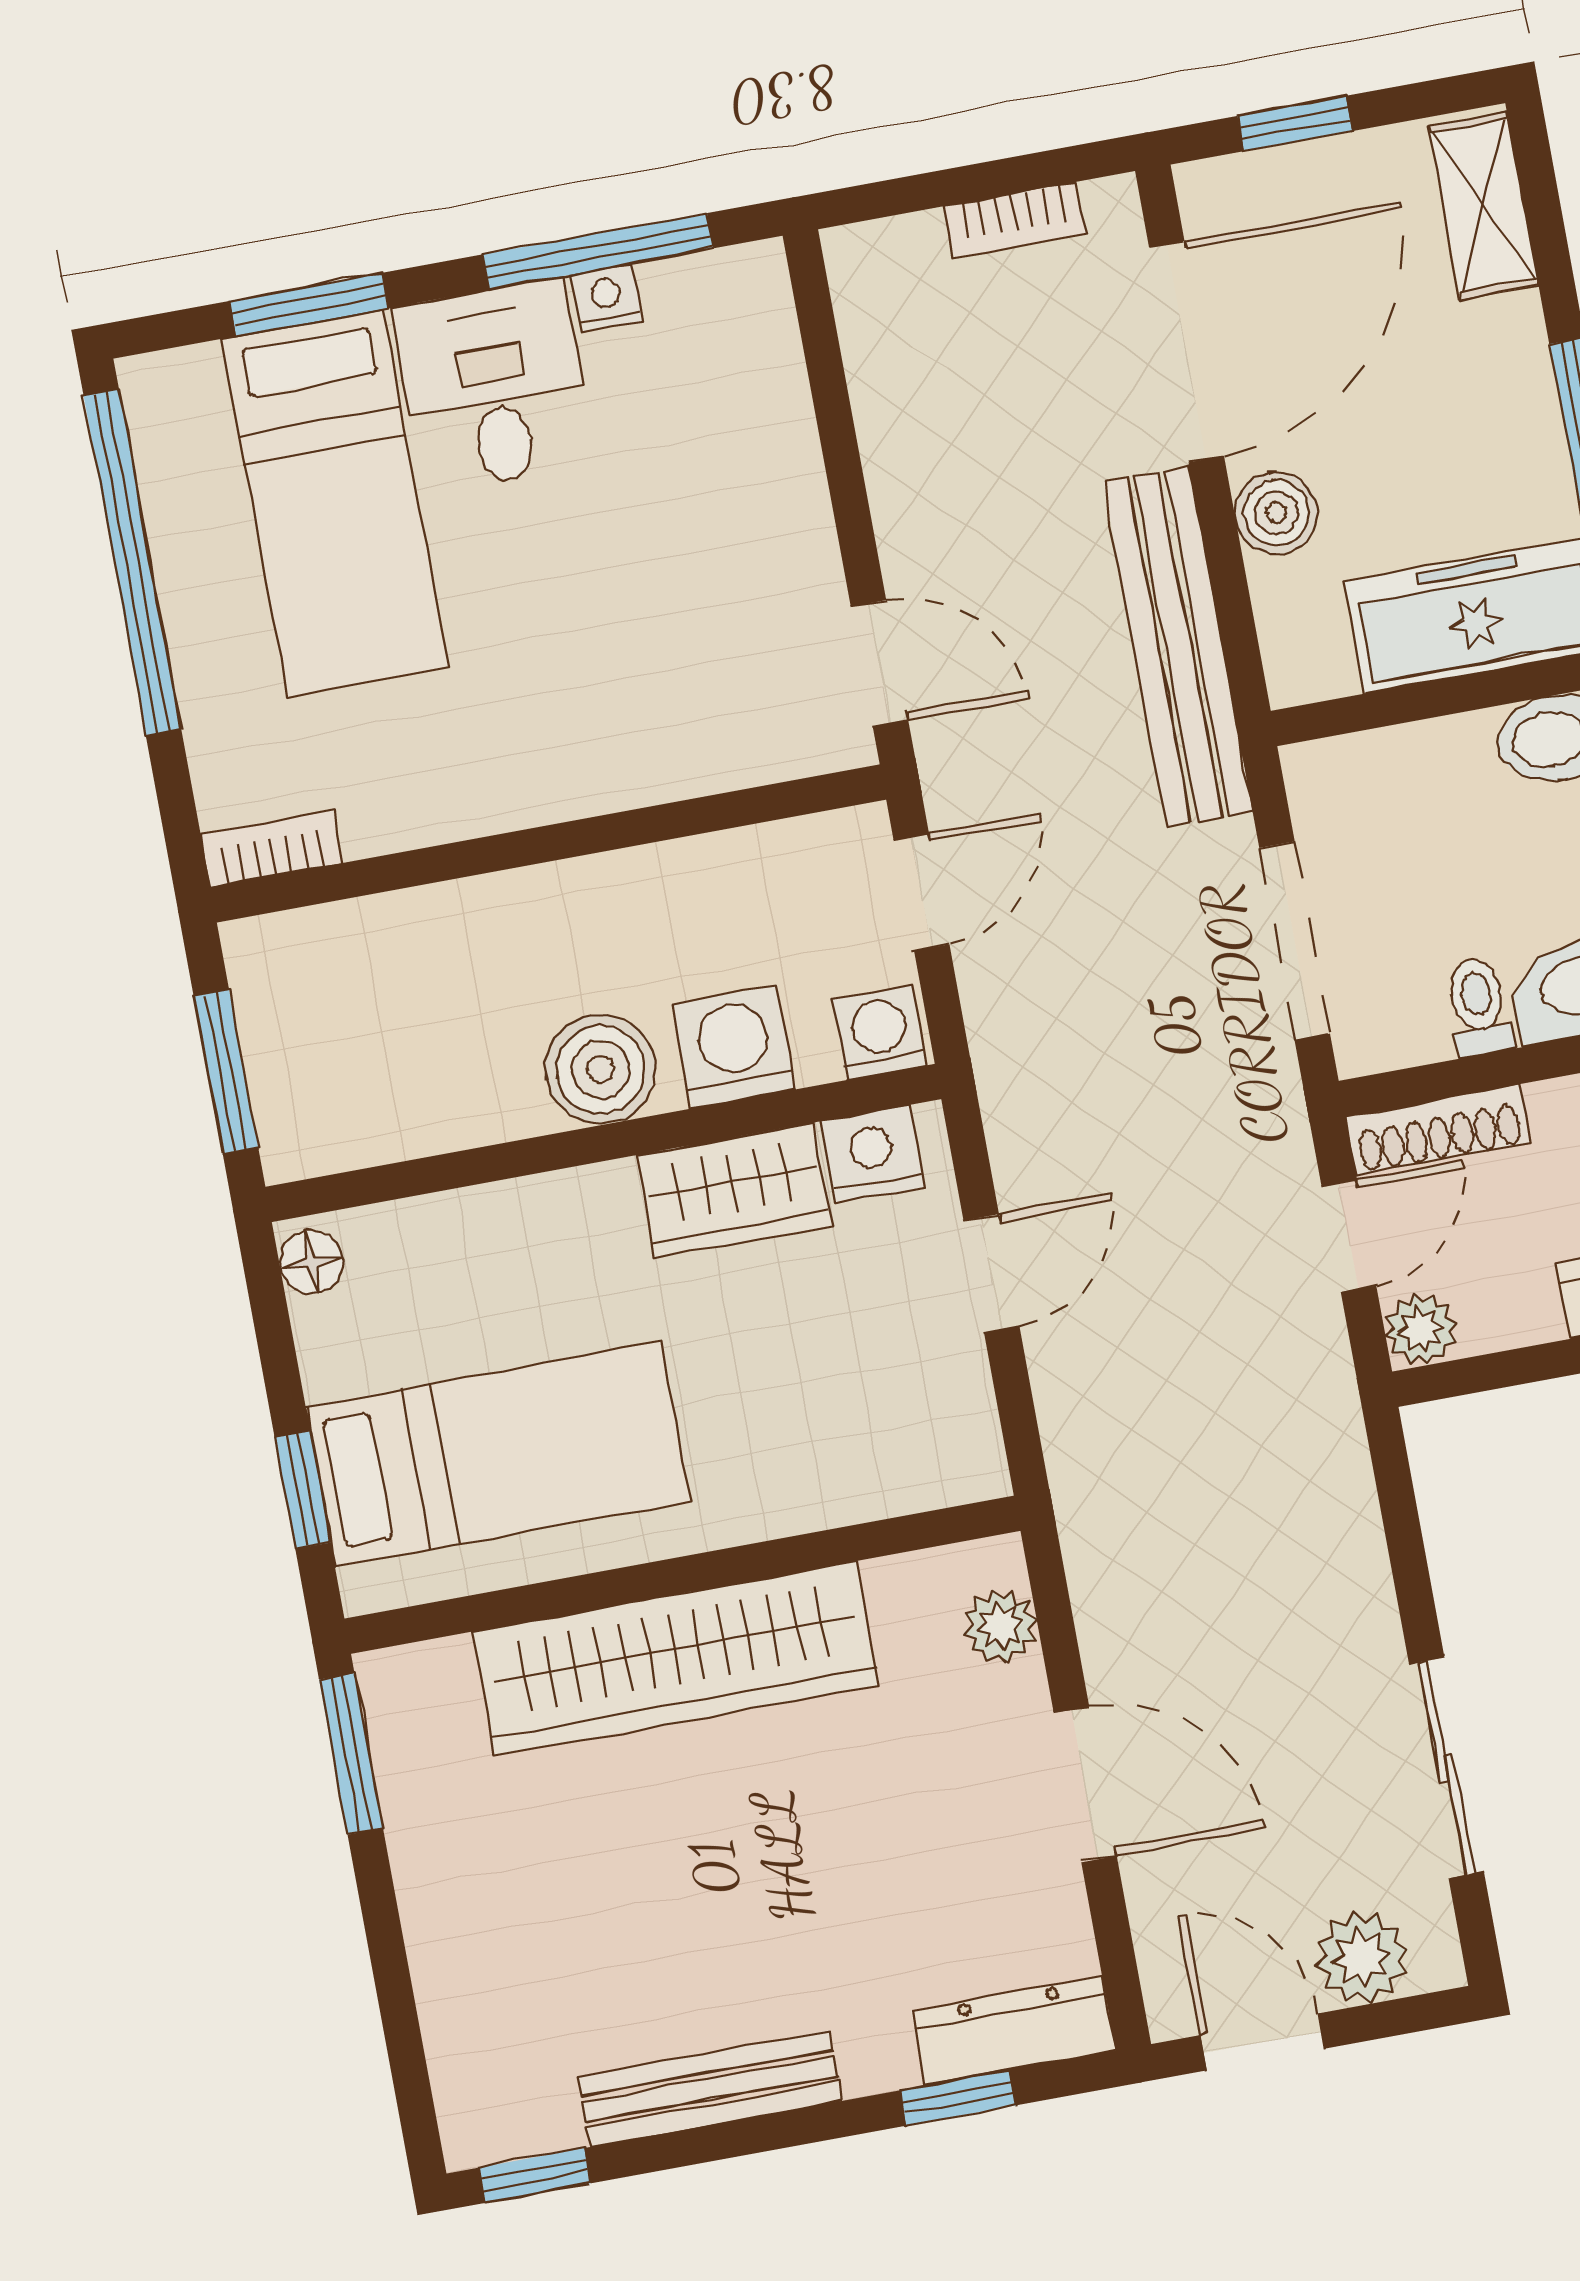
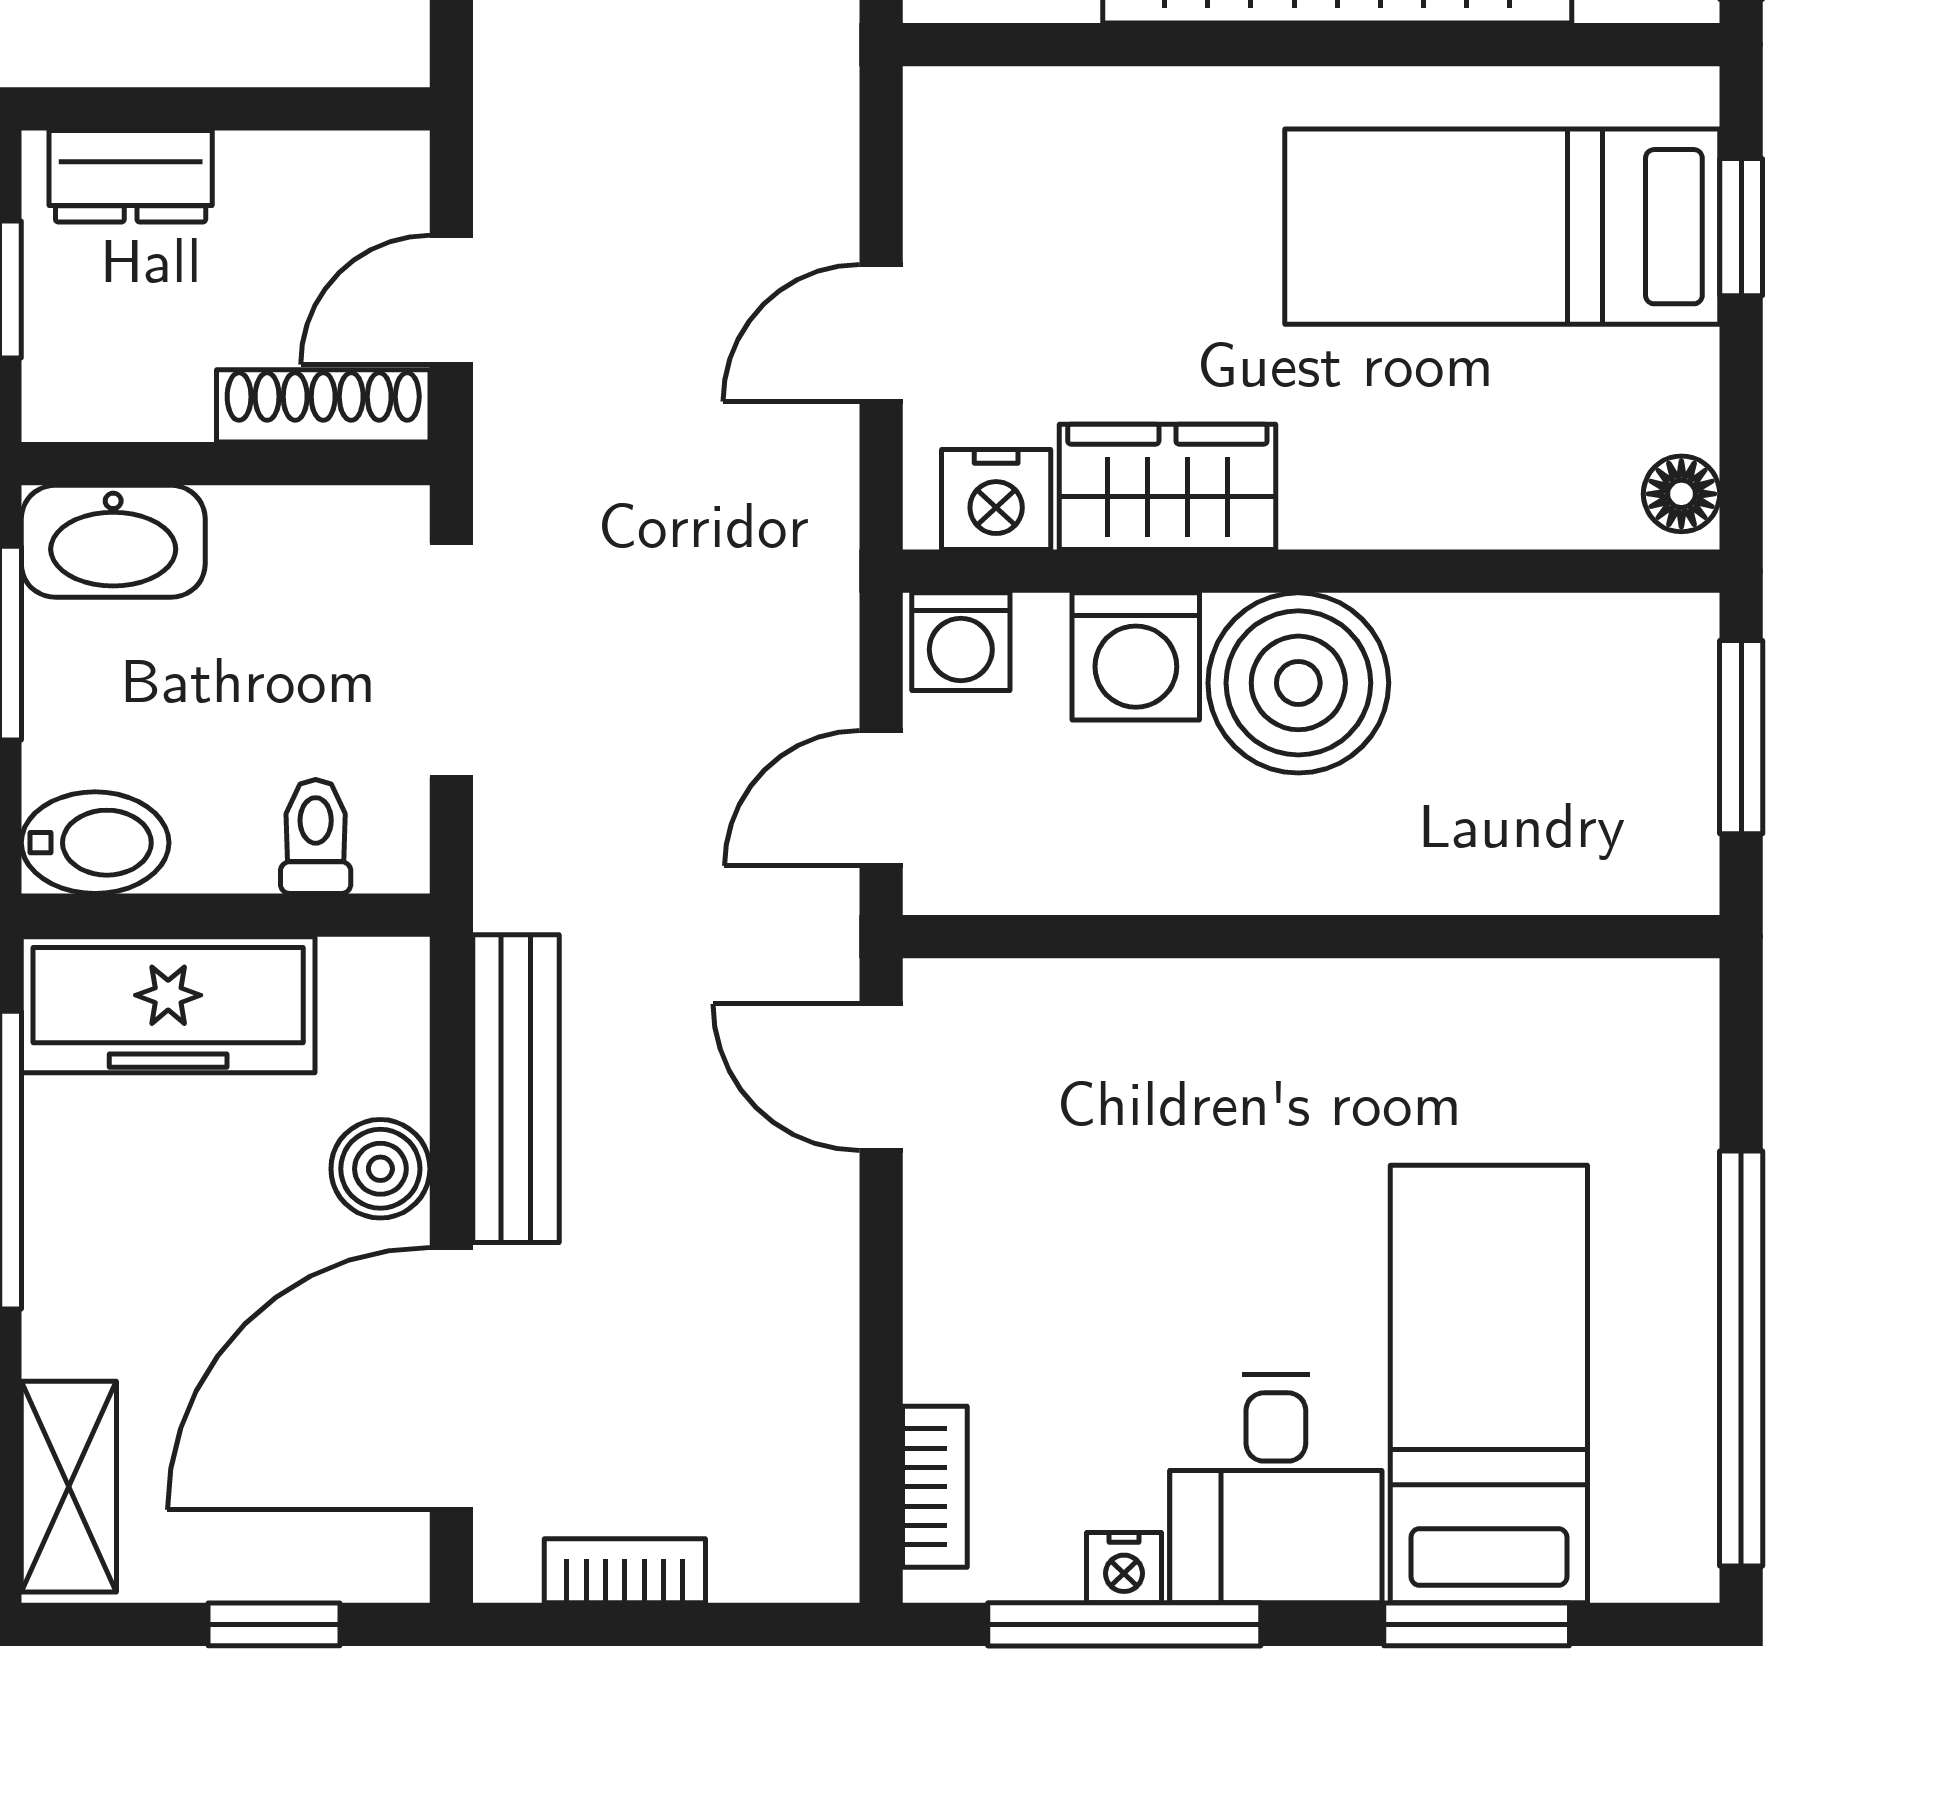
bench: (1178, 647) -> (516, 1089), width x0.73, depth x0.82
bookcase: (271, 849) -> (935, 1487), moved, turned -90
toilet: (1478, 1007) -> (316, 836), moved, turned 180
boiler: (601, 1069) -> (1298, 683), width x1.37, depth x1.37
plant: (1421, 1330) -> (386, 174), removed

